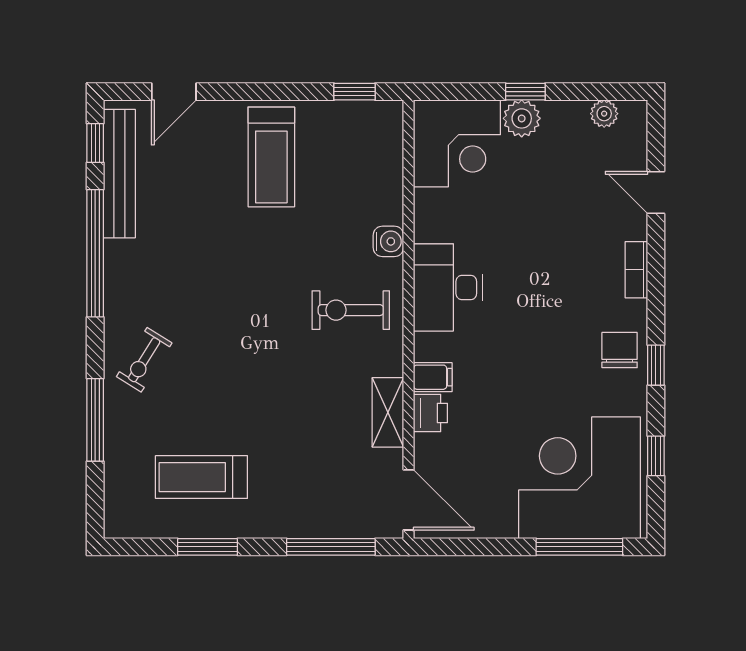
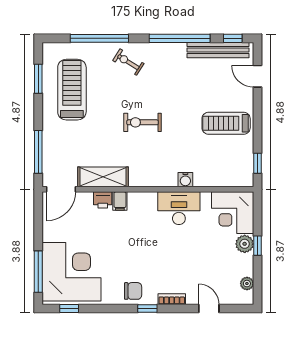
door: (656, 193) -> (209, 308), hinge flipped
desk: (448, 287) -> (179, 208), moved
exercise bike: (351, 310) -> (143, 122), moved, turned -90
window: (656, 365) -> (147, 308), moved
shelving: (388, 412) -> (103, 177), width x1.50, depth x1.33
window: (95, 420) -> (99, 38), width x1.46
window: (656, 456) -> (69, 308), moved
treadmill: (201, 477) -> (72, 90), width x1.37, depth x1.38
window: (208, 547) -> (38, 79), moved

